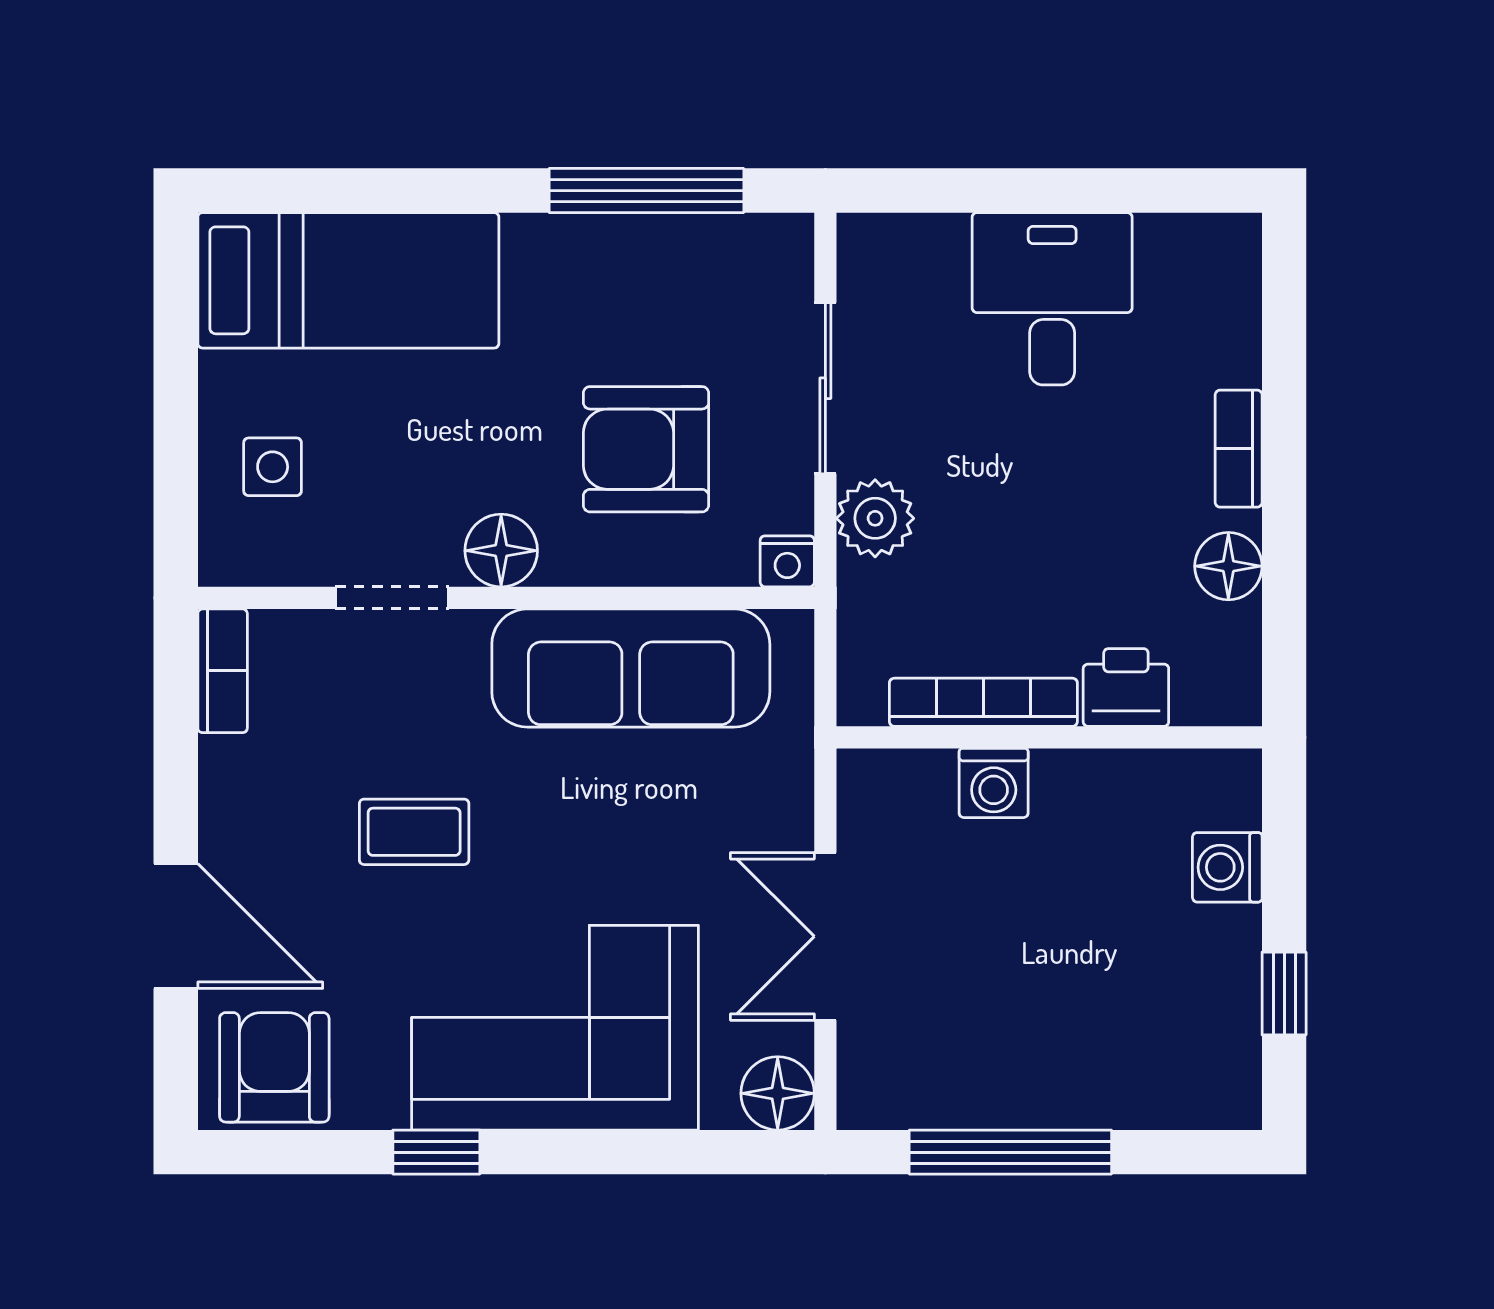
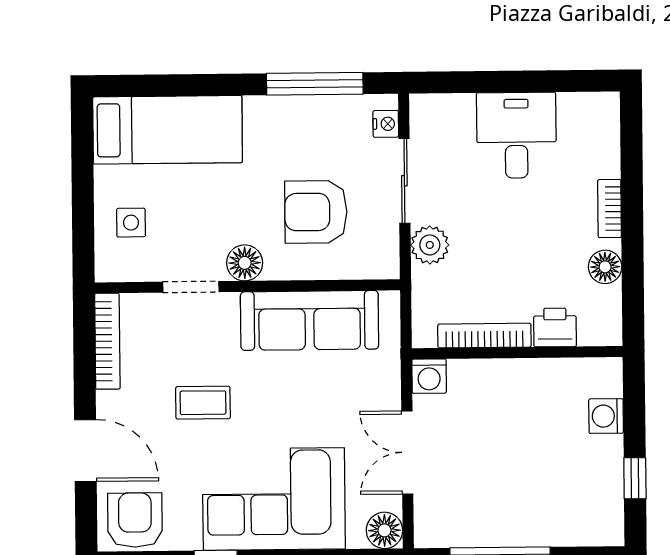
nightstand: (787, 561) -> (386, 124), moved, turned -90
bookcase: (223, 671) -> (107, 341), width x1.56
washing machine: (994, 783) -> (429, 376), moved

